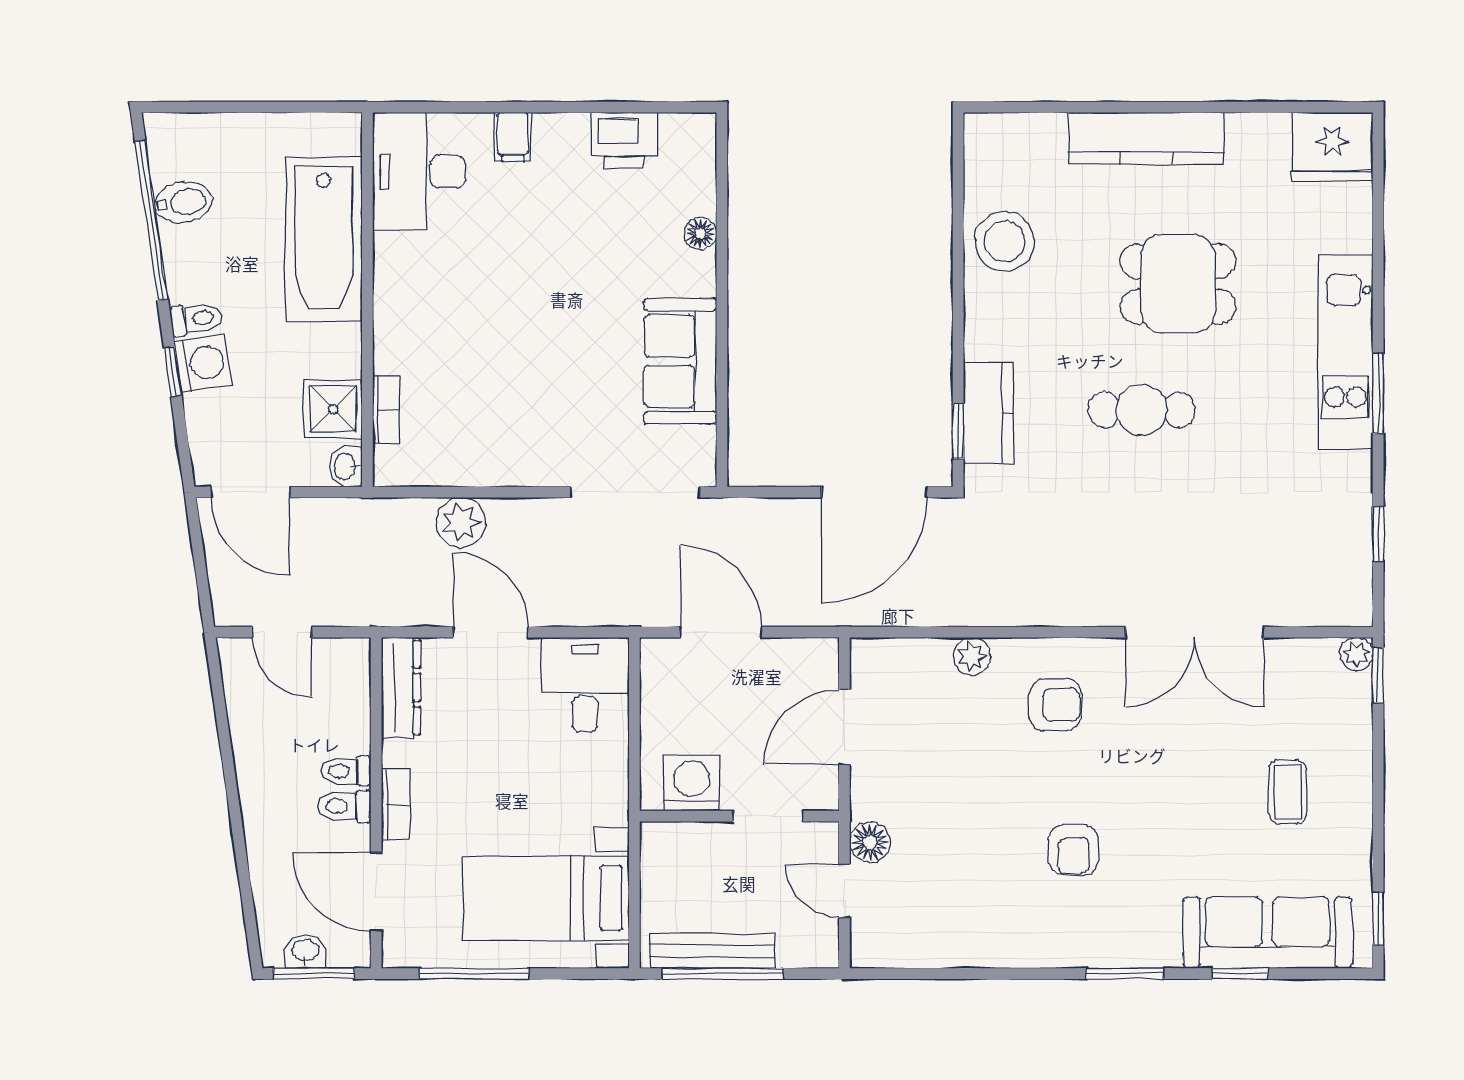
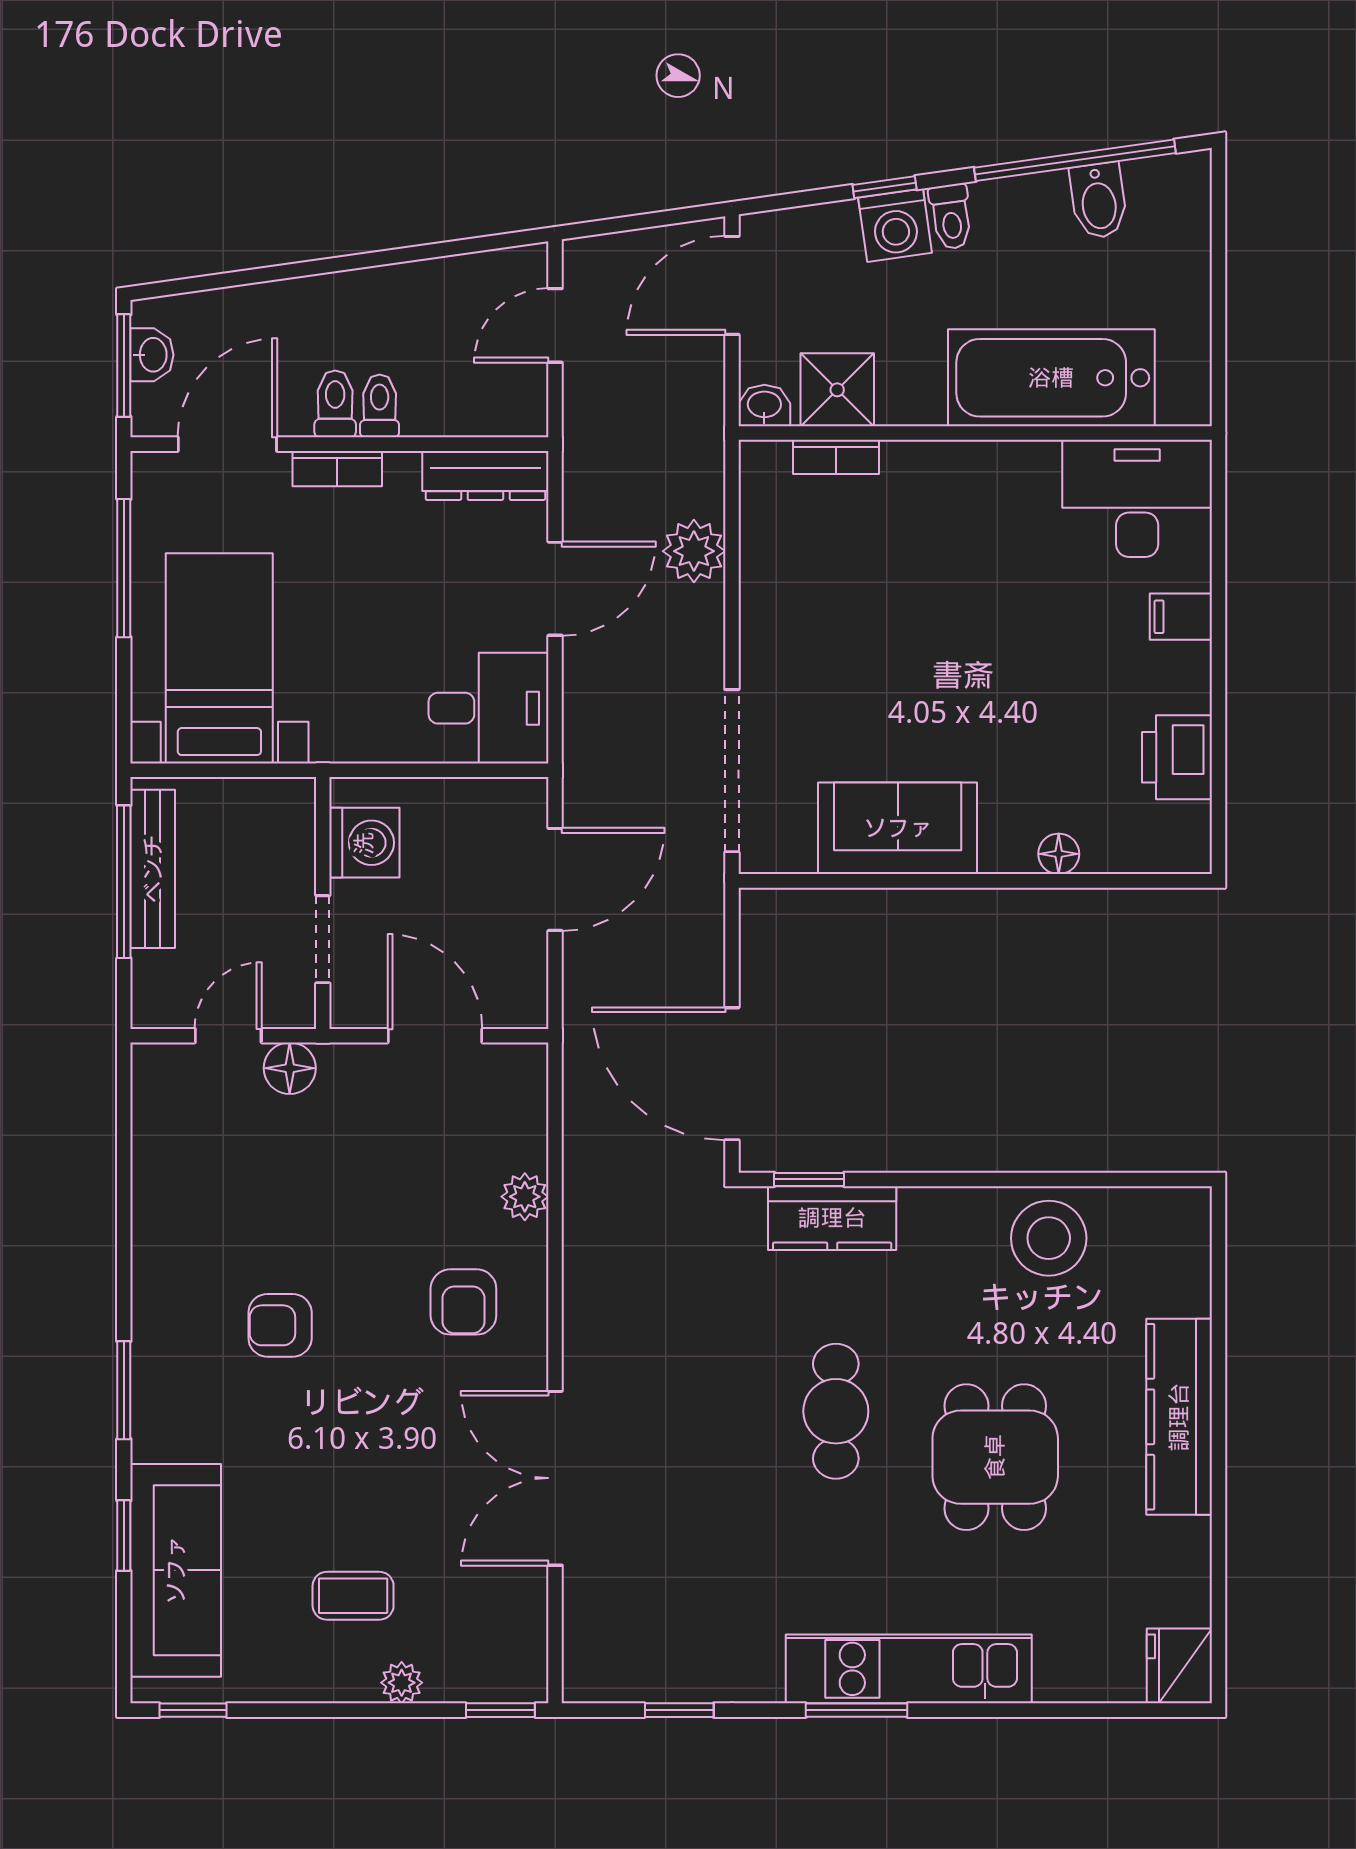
fridge: (1332, 147) -> (1179, 1666), width x0.73, depth x0.75
plant: (1356, 654) -> (402, 1683), moved

